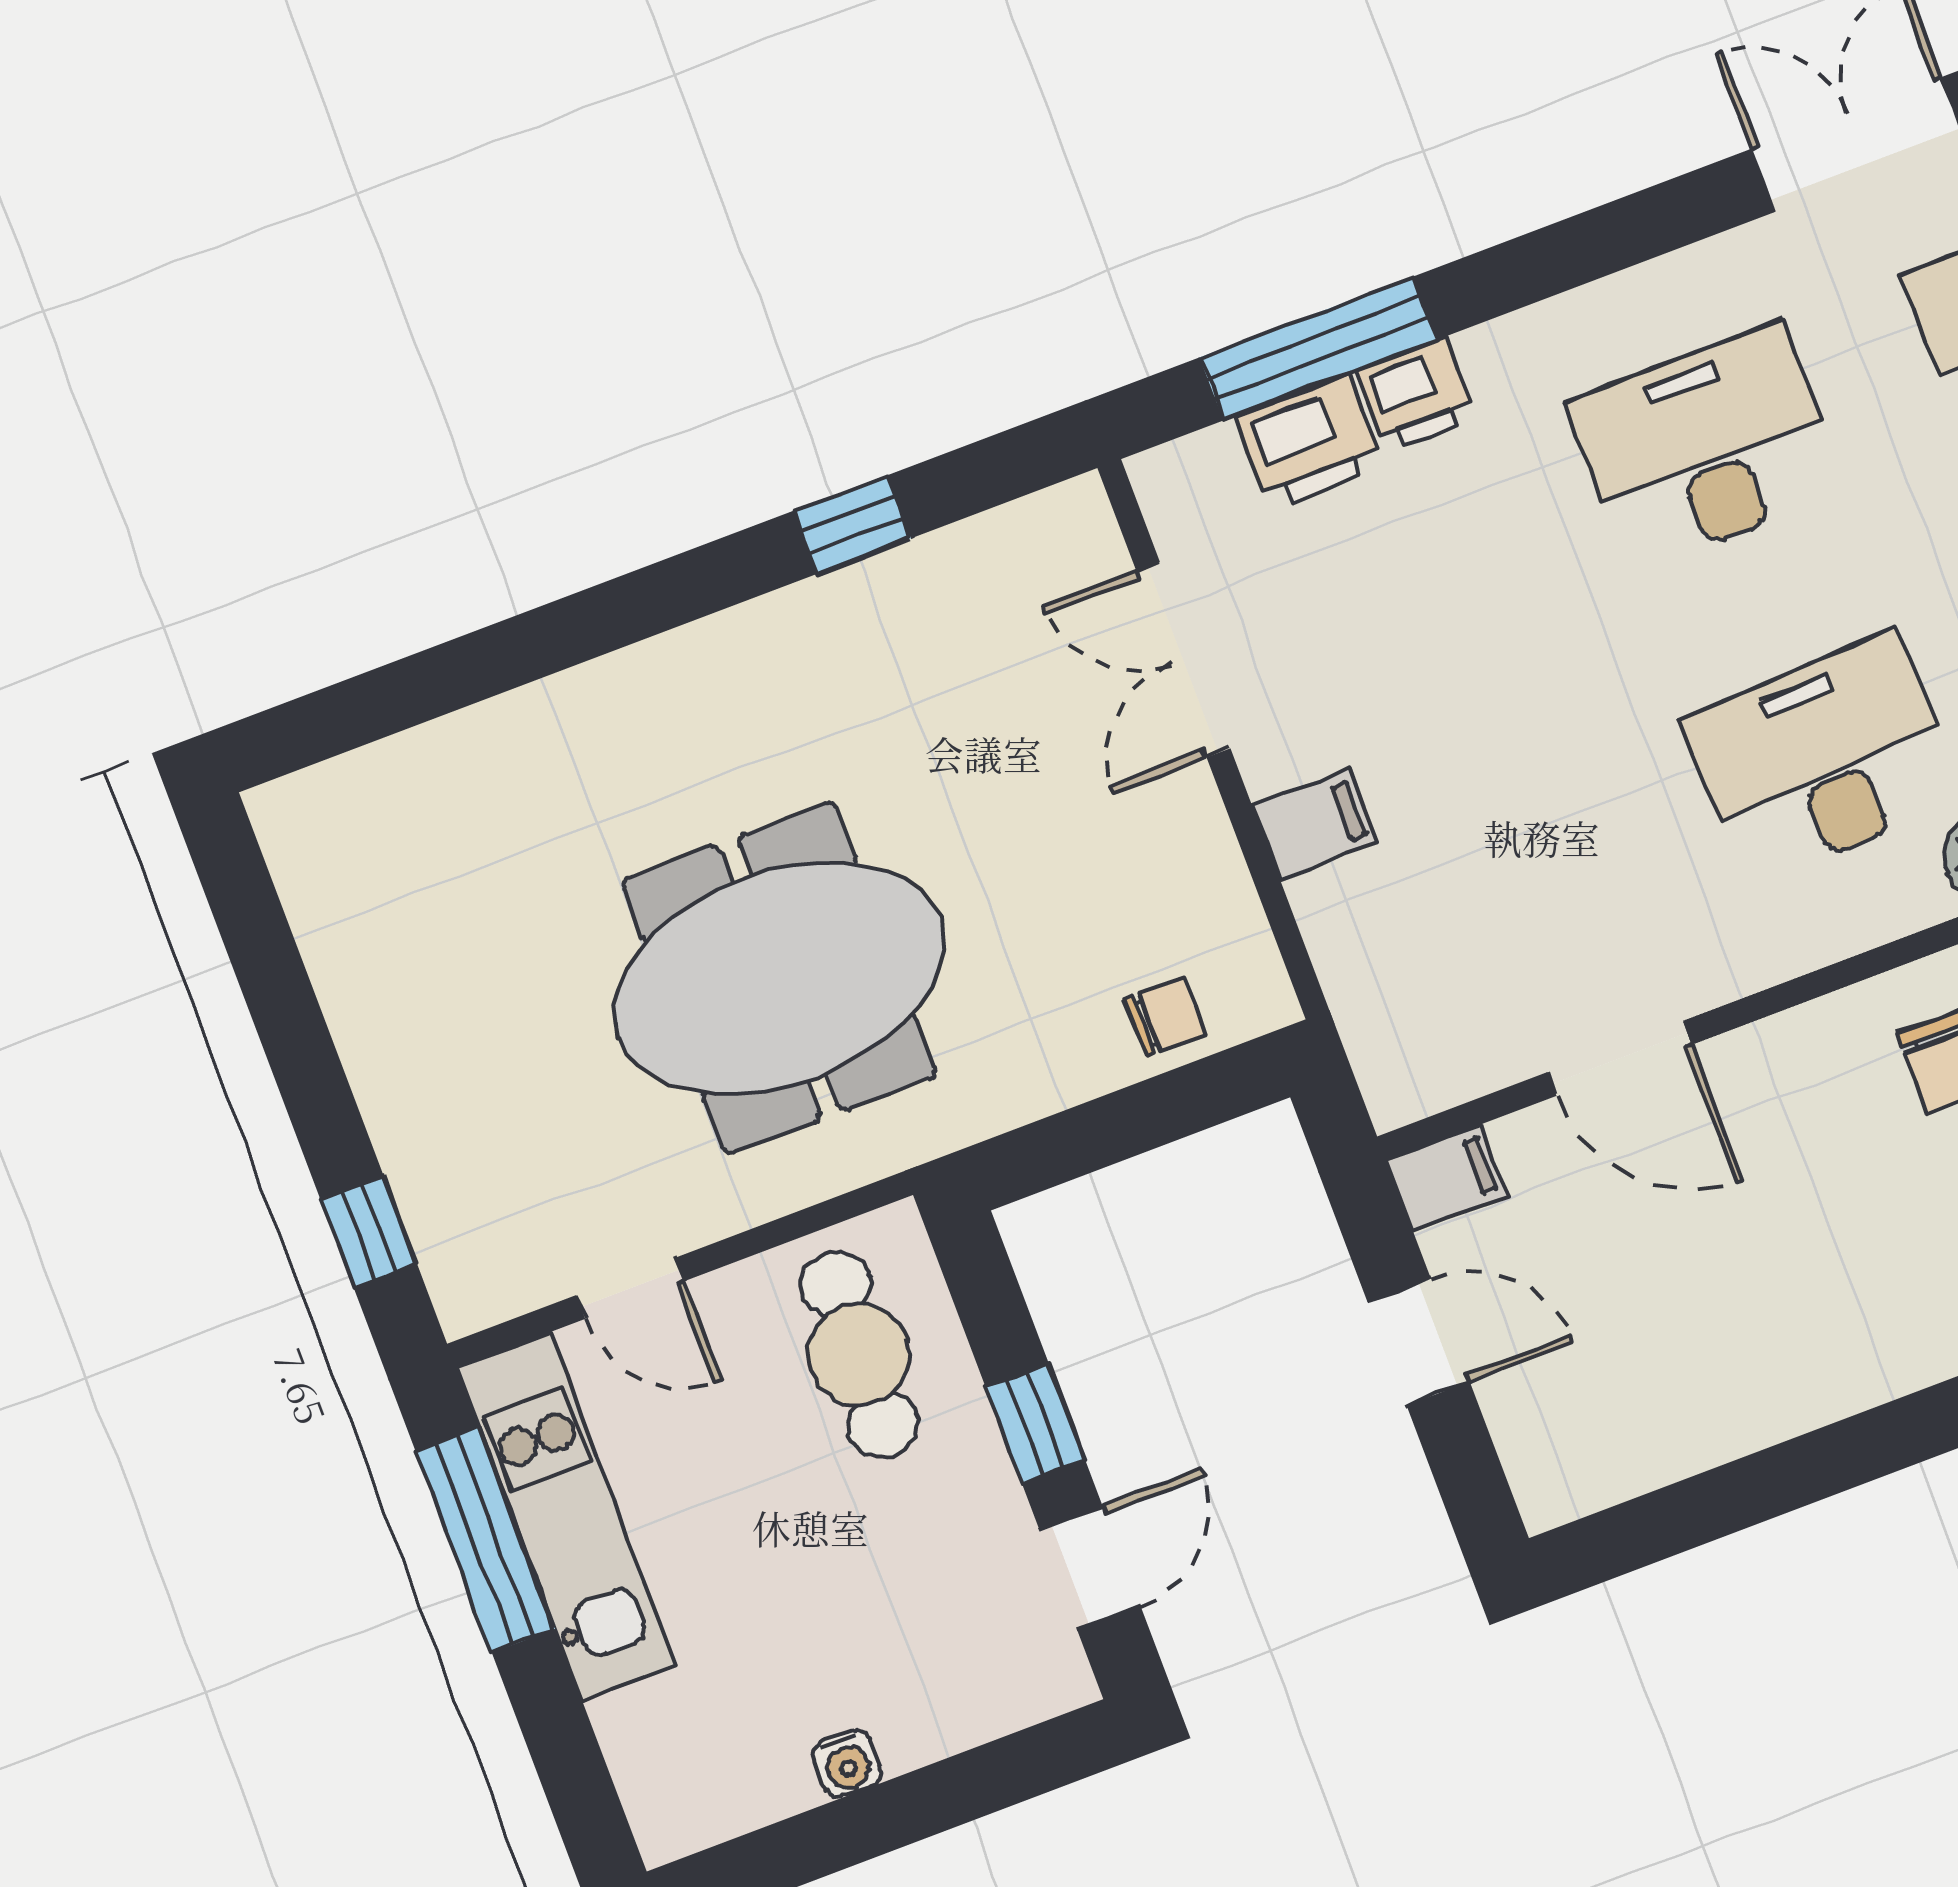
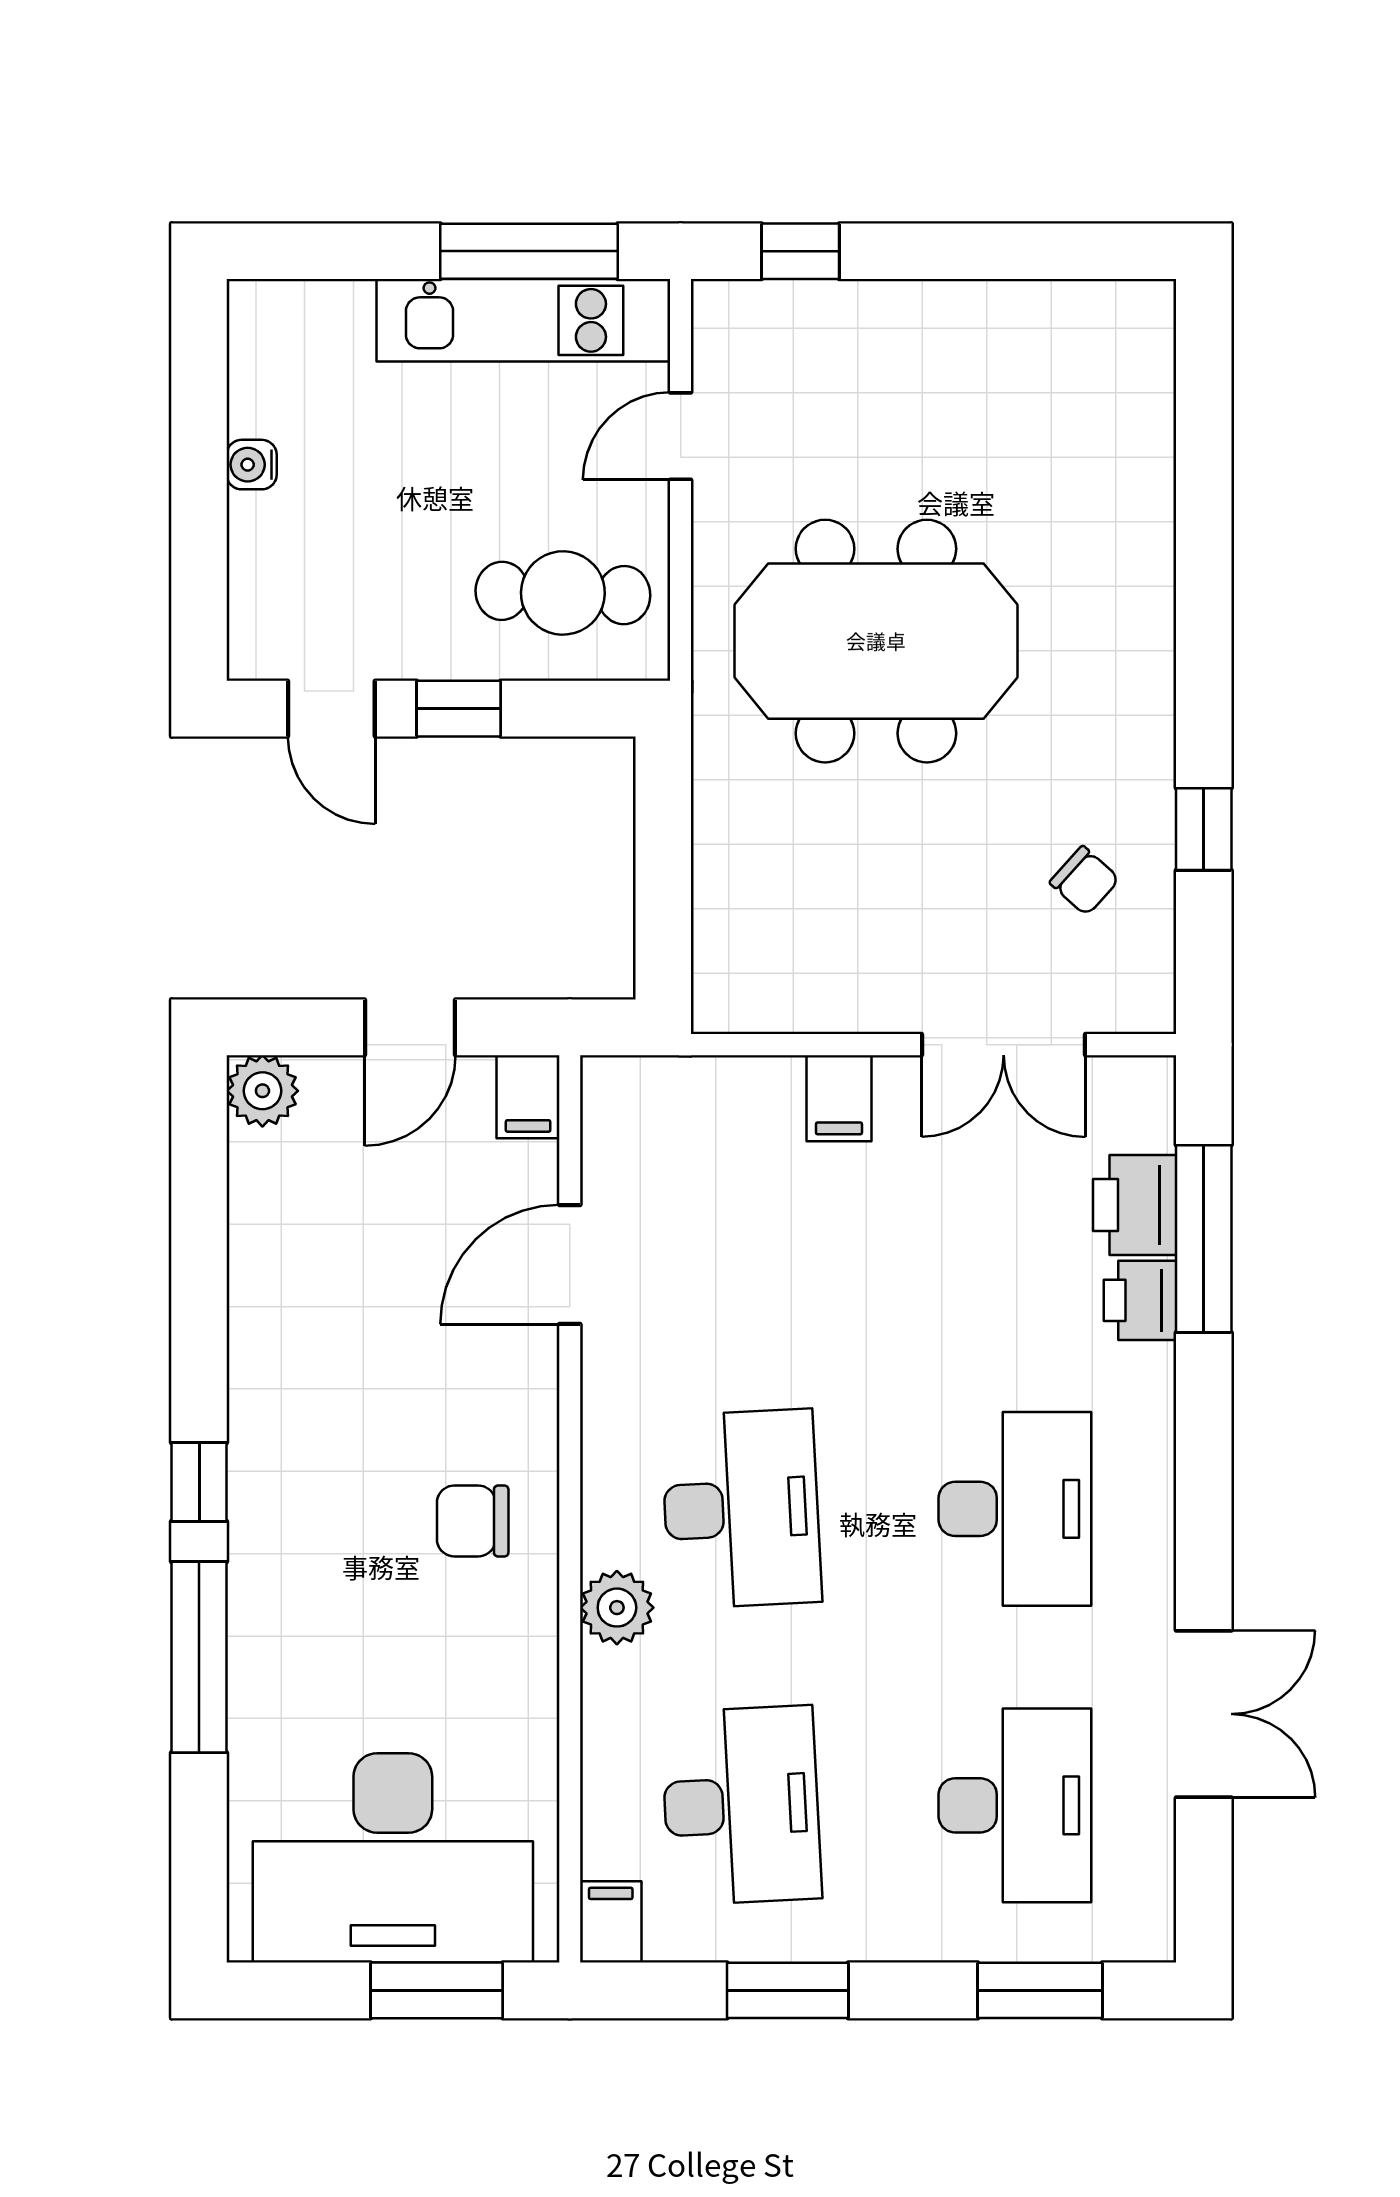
double door: (1183, 660) -> (1004, 1045), swing flipped
meeting table: (779, 978) -> (876, 641), turned 90
chair: (1164, 1017) -> (1085, 881), moved, turned -48
plant: (1554, 1482) -> (262, 1091), added

